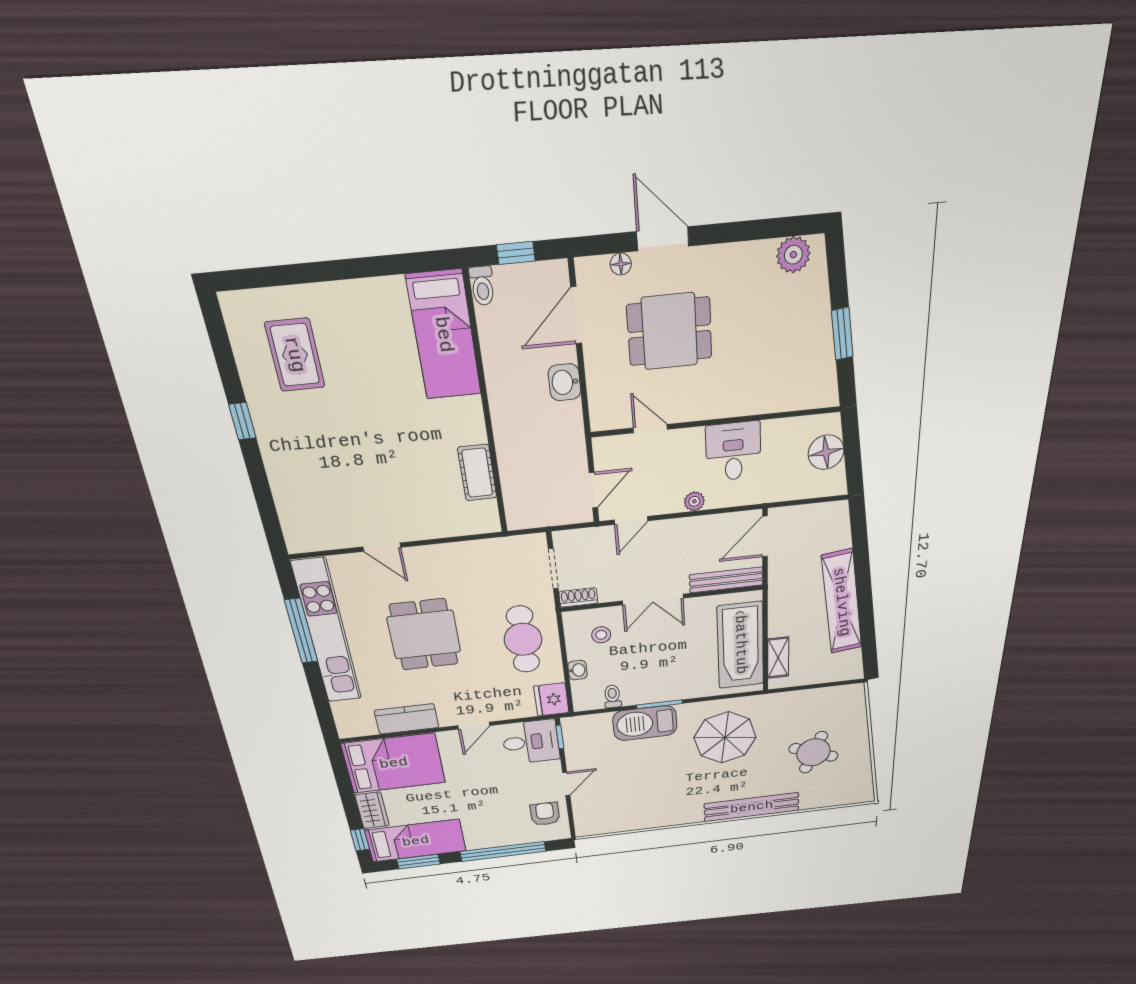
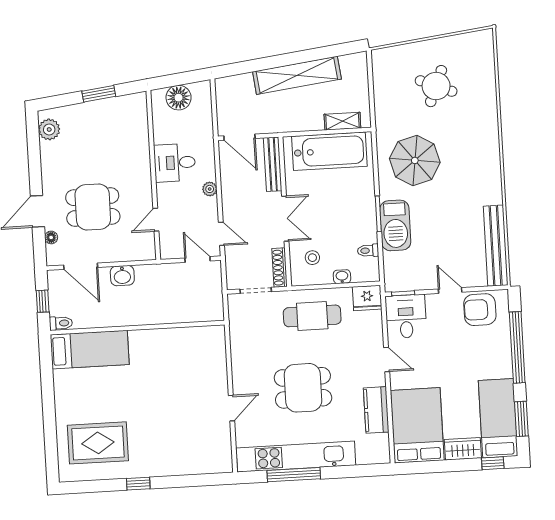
dining table: (670, 331) -> (93, 207), turned 90
rug: (295, 355) -> (98, 443), width x1.36, depth x1.43
cot: (477, 473) -> (181, 337), removed
shoe rack: (578, 597) -> (280, 268), width x1.43
bench: (752, 807) -> (496, 246), moved
armchair: (545, 814) -> (480, 310), width x1.38, depth x1.38

